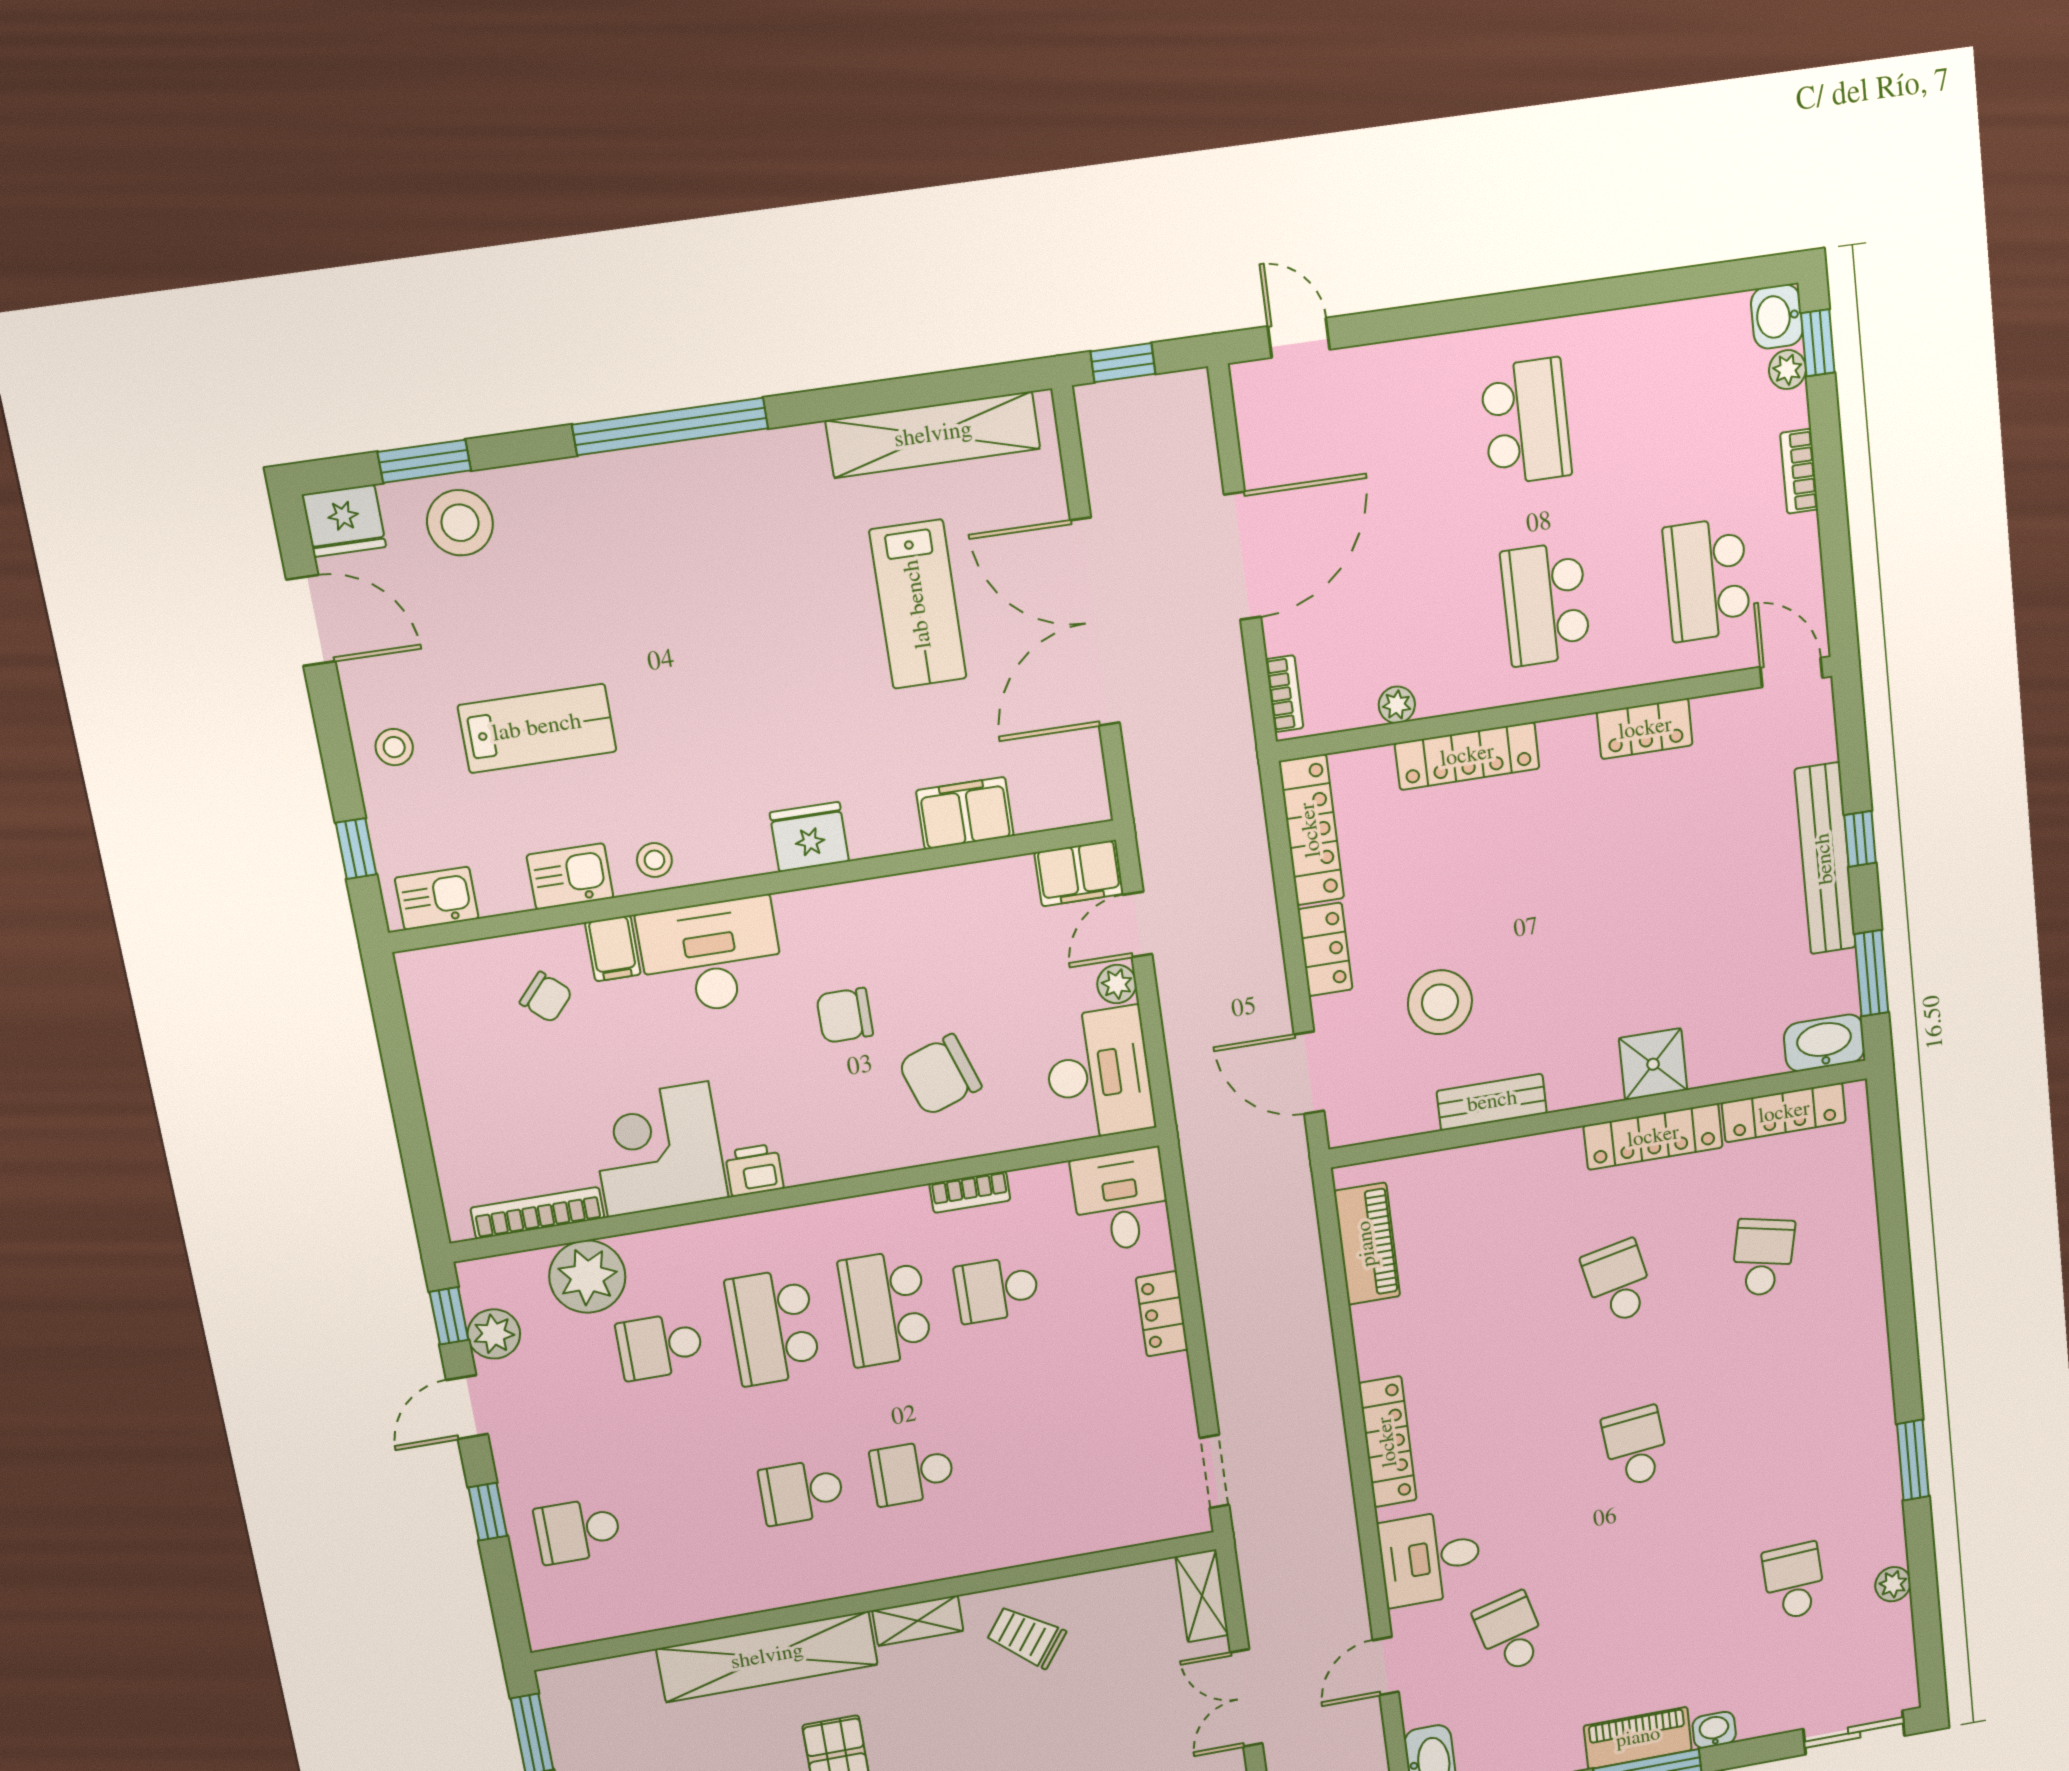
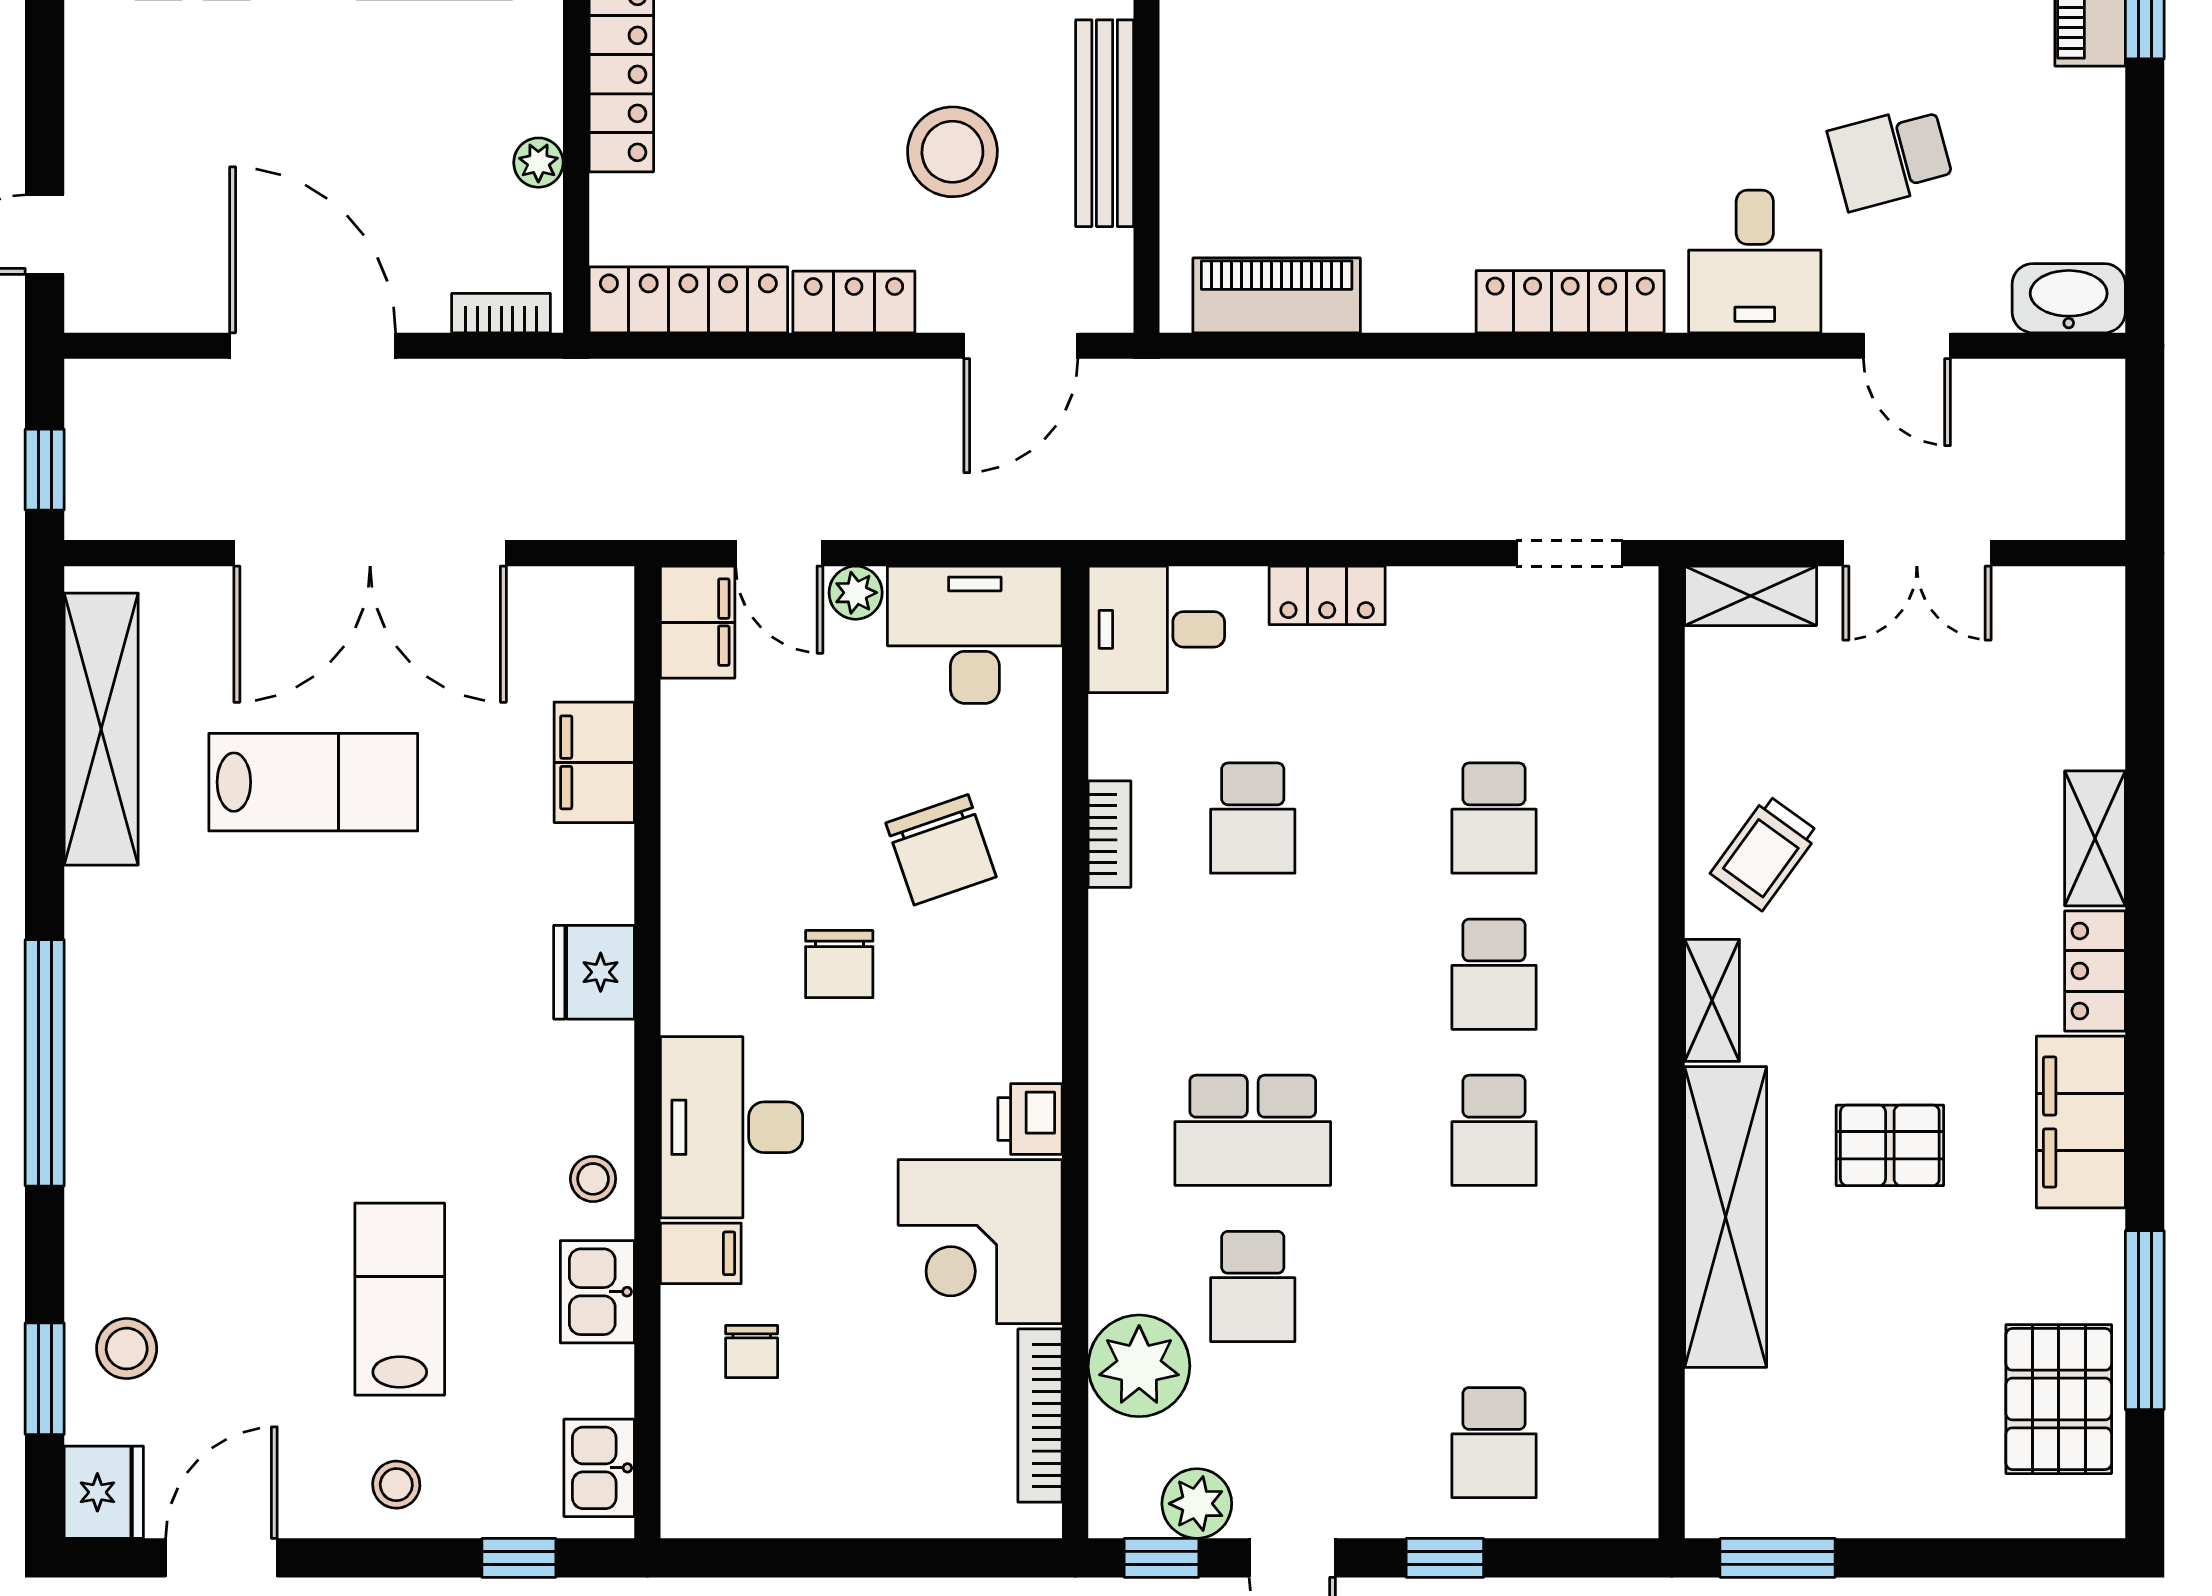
stool: (460, 523) -> (127, 1349), width x0.73, depth x0.73
chair: (546, 997) -> (752, 1351), turned 138
bench: (1492, 1102) -> (1105, 123), width x1.36
school desk: (885, 1308) -> (1494, 818), moved, width x0.54

